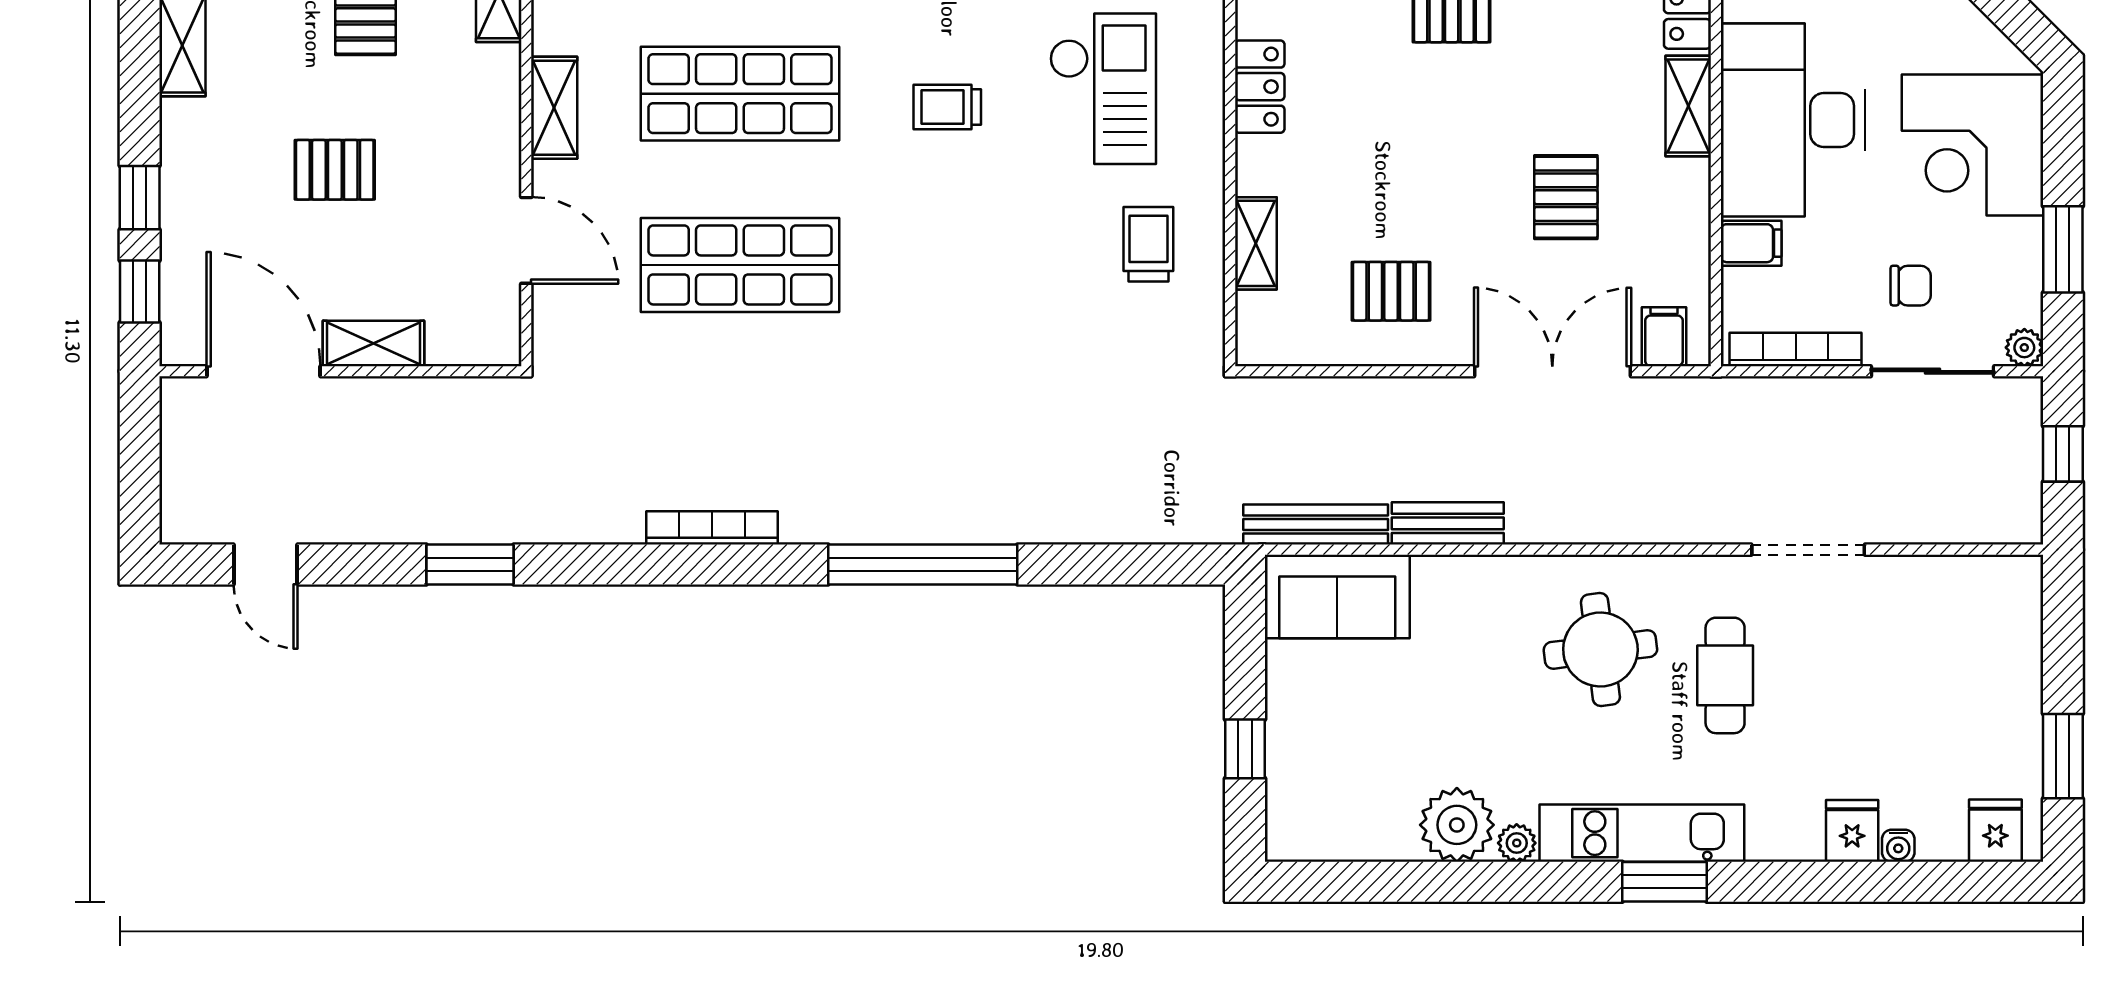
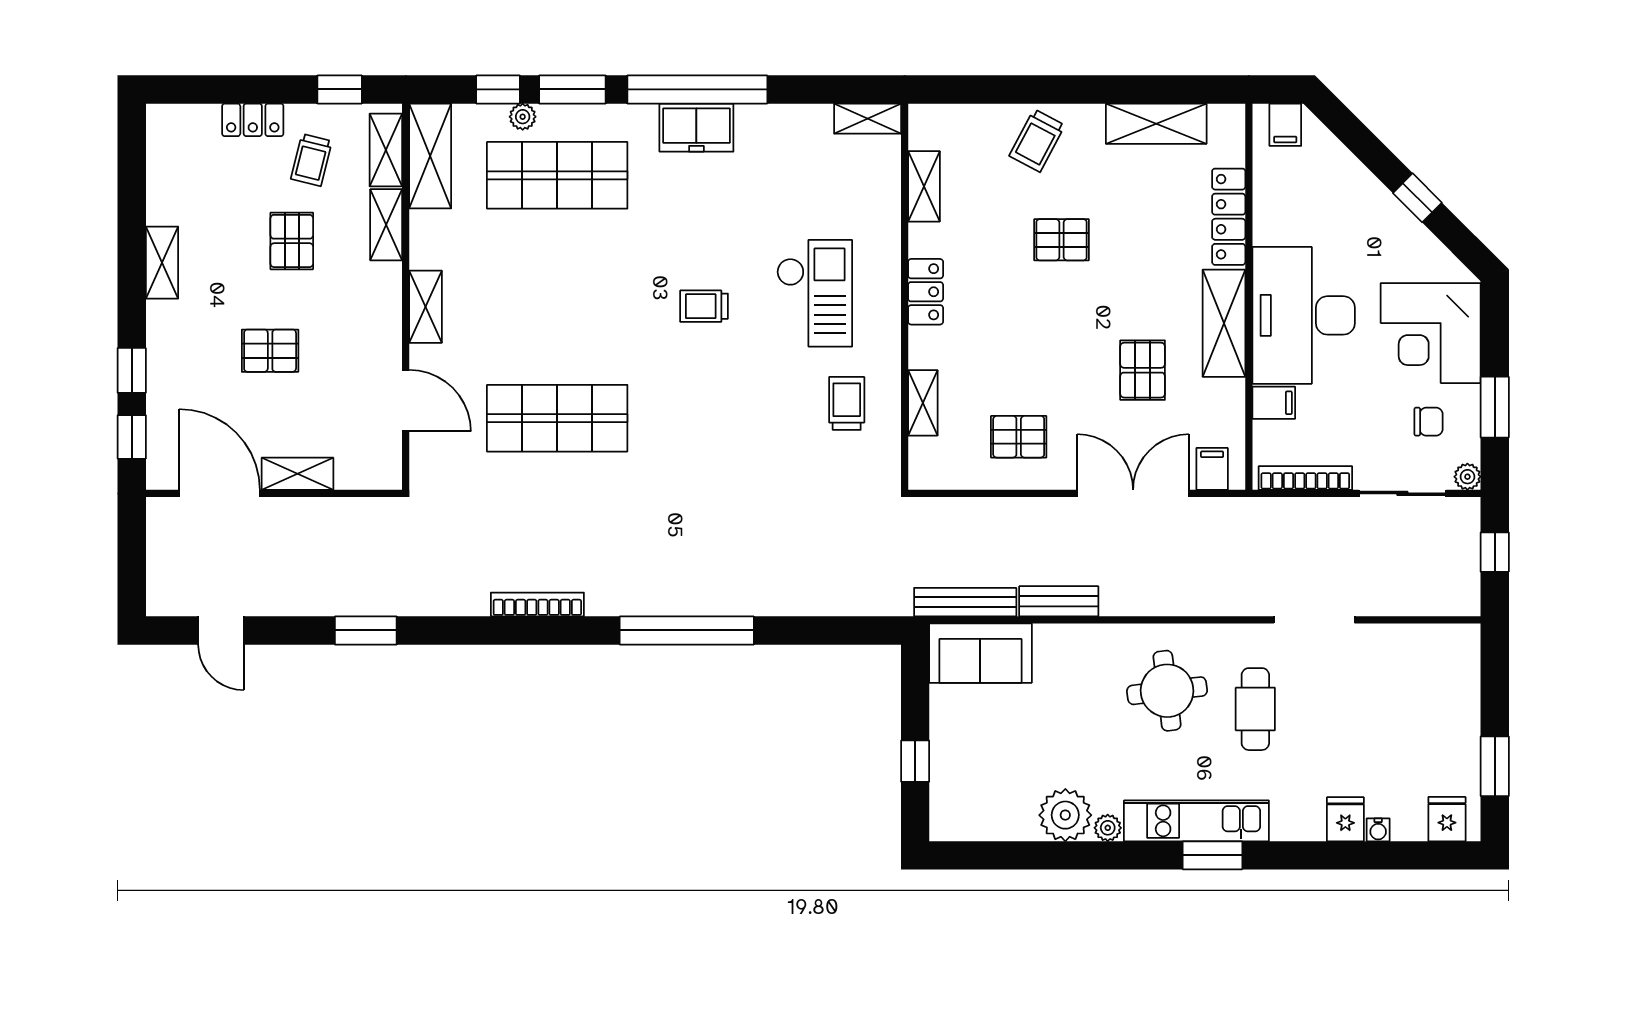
shop shelf: (740, 94) -> (557, 297), removed
shelving: (1688, 106) -> (1224, 323), width x1.50, depth x1.33
chair: (1911, 286) -> (1429, 422), moved

